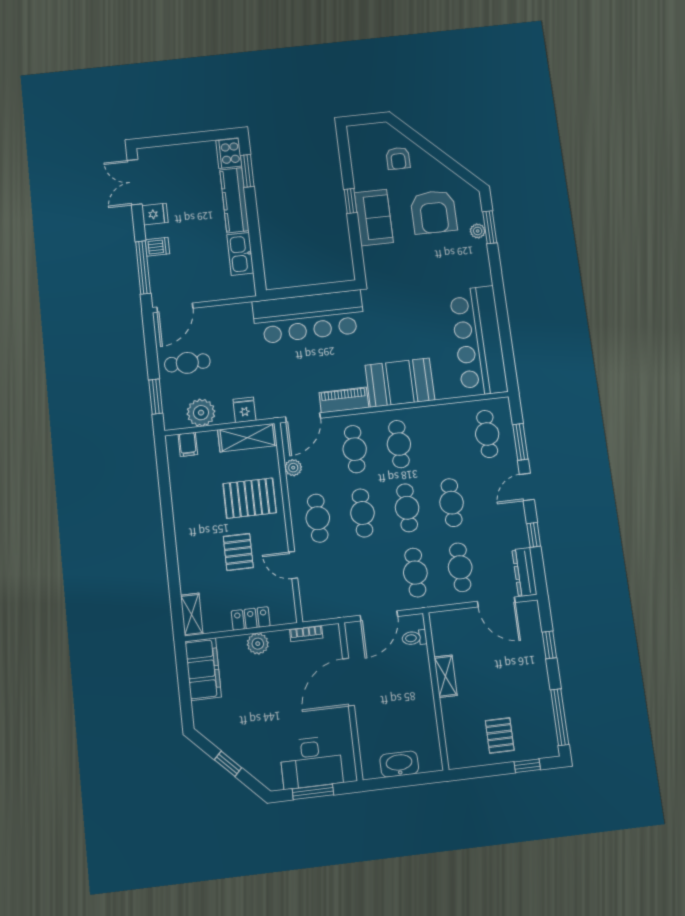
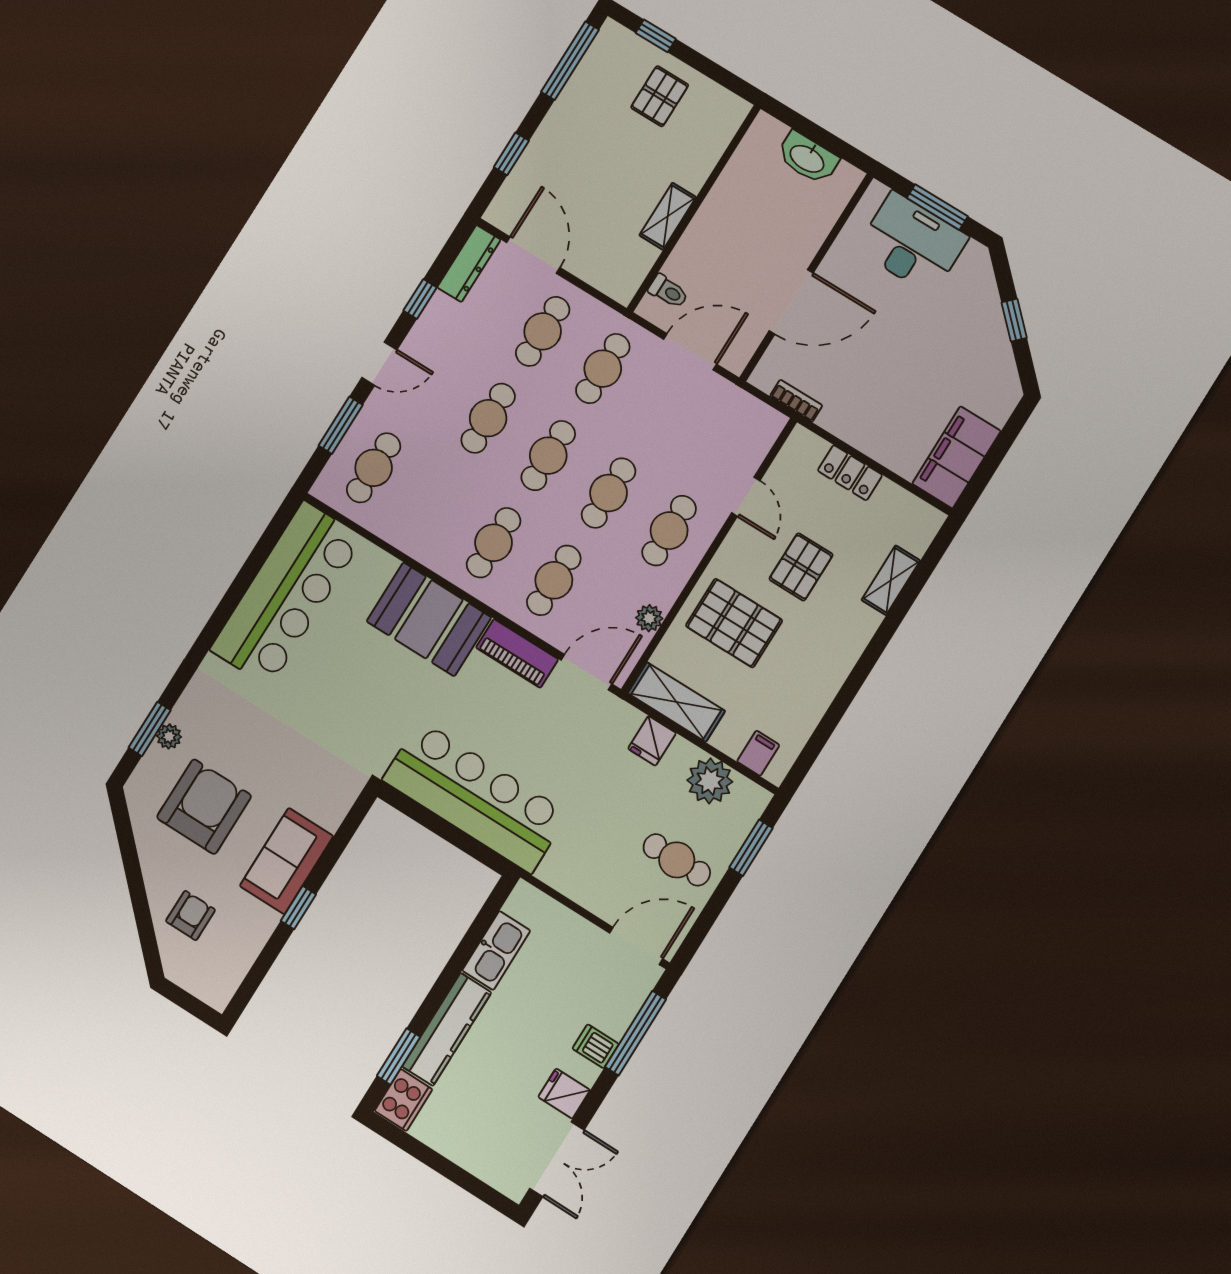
shelving: (192, 615) -> (891, 580), moved
plant: (258, 644) -> (865, 435), removed

